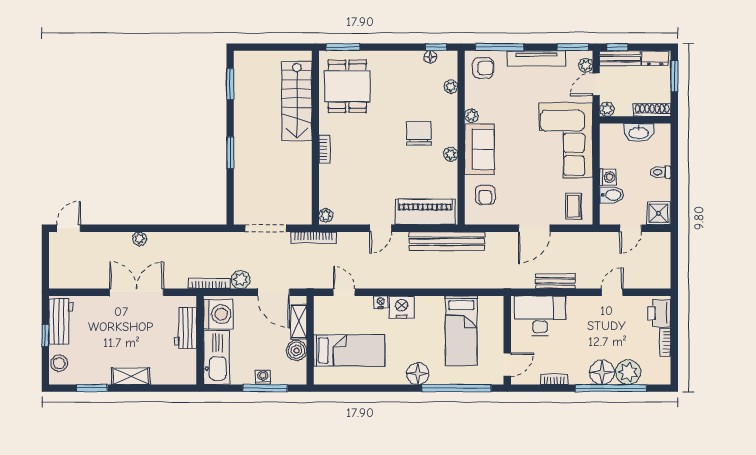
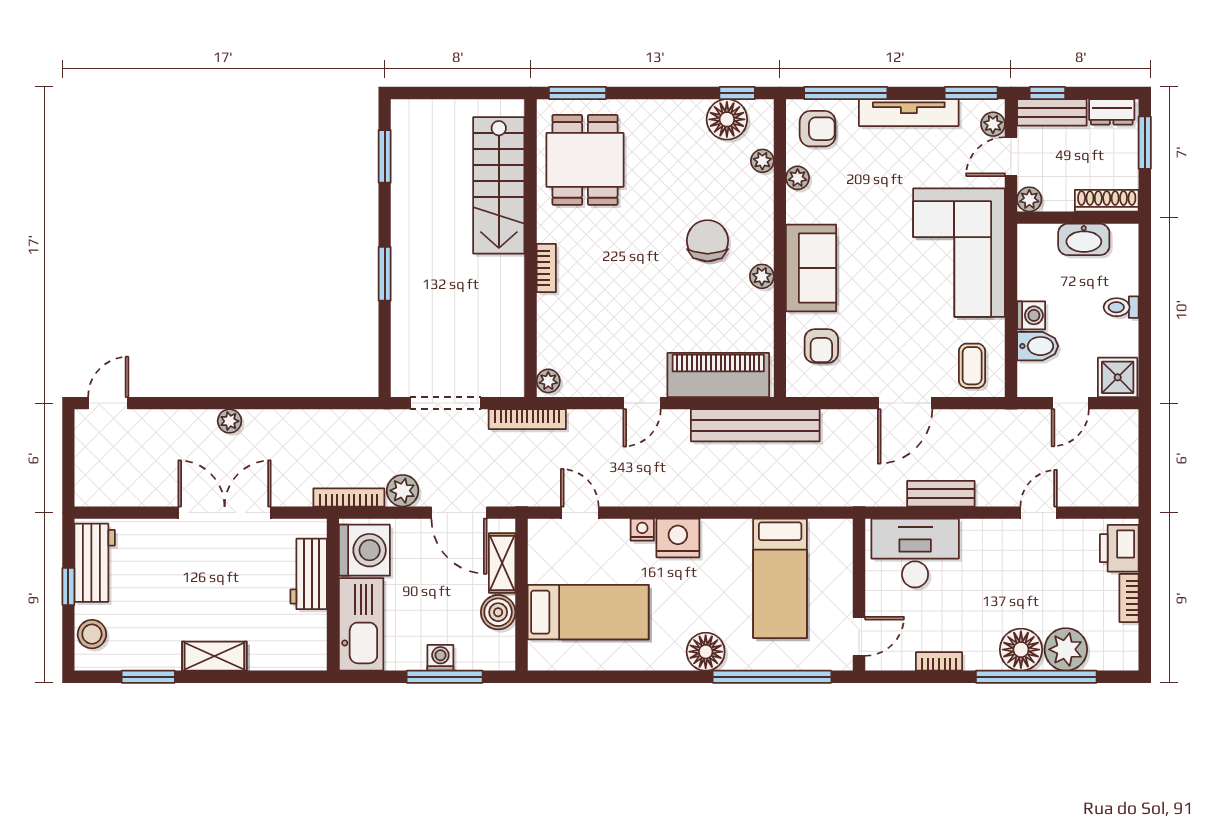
floor lamp: (430, 57) -> (727, 119), width x1.89, depth x1.89
plant: (471, 116) -> (798, 178), moved

